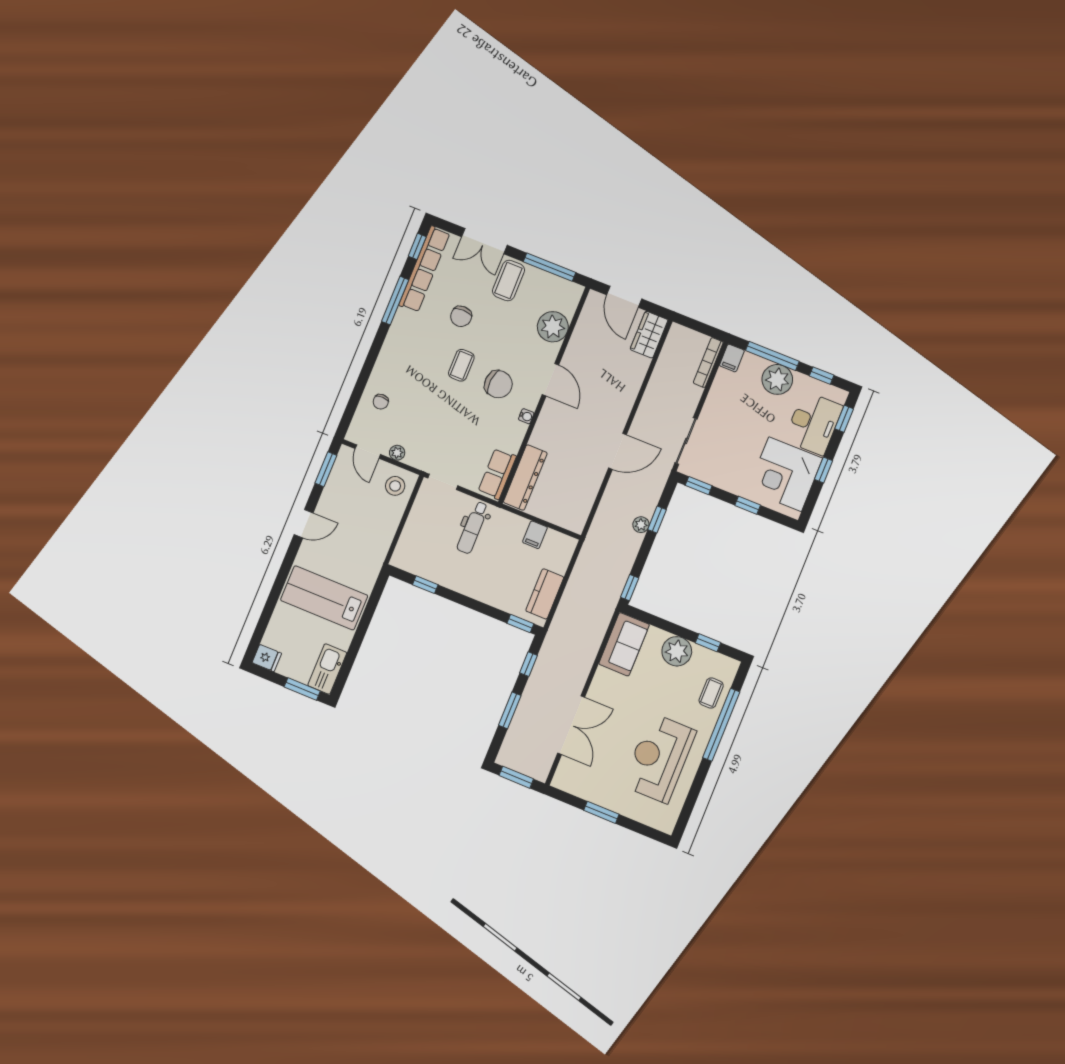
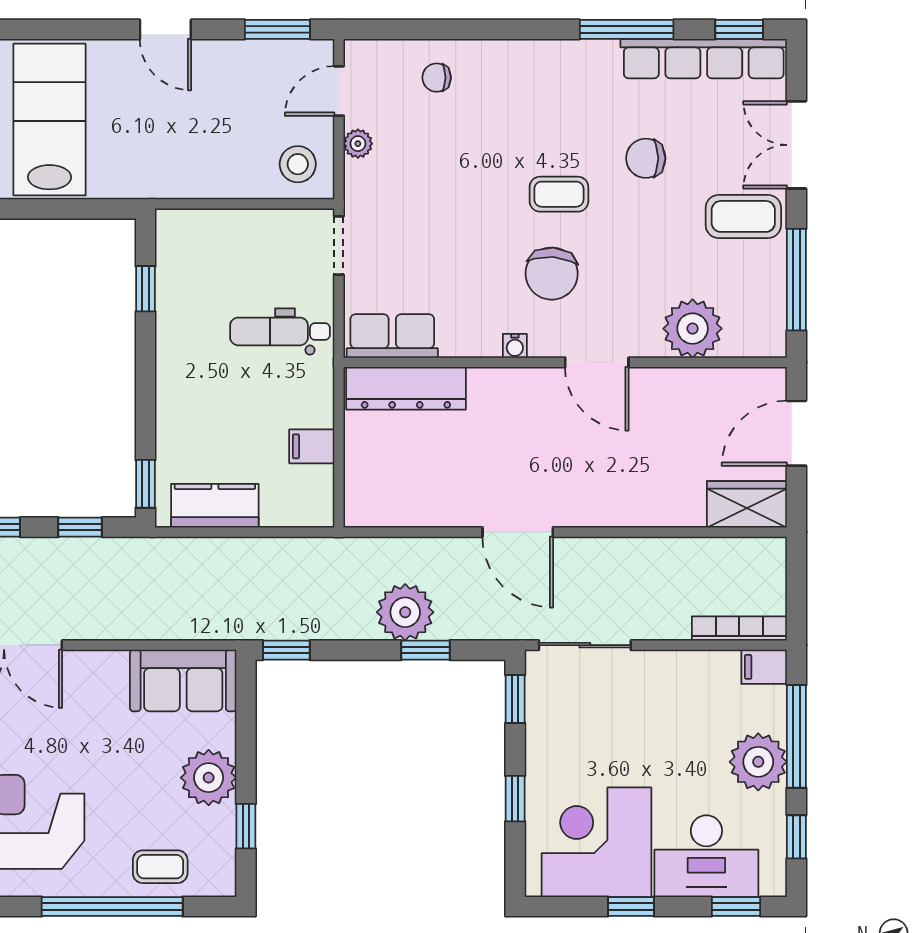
door: (550, 380) -> (597, 362), hinge flipped
plant: (641, 525) -> (405, 612), width x1.87, depth x1.87

